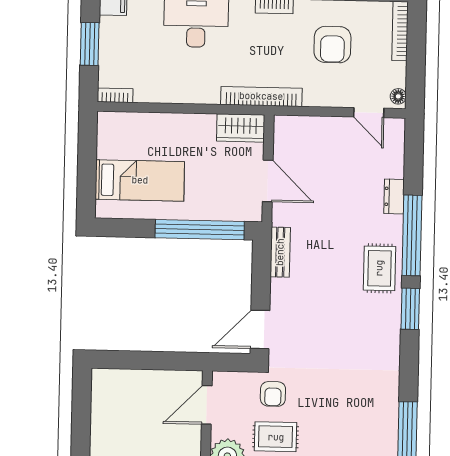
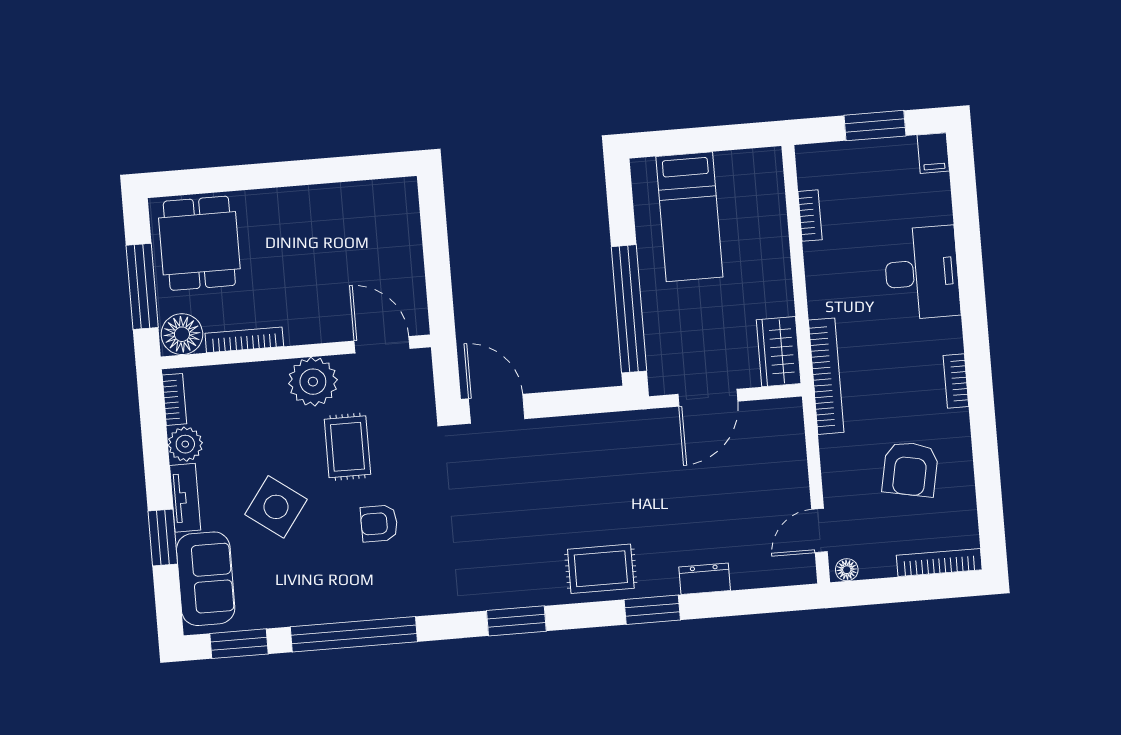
armchair: (332, 45) -> (910, 469), turned -79
bookcase: (115, 95) -> (810, 216), moved
window: (412, 235) -> (652, 610), width x0.47
bench: (280, 252) -> (609, 426), removed
window: (410, 309) -> (516, 621), moved
armchair: (273, 394) -> (379, 523), moved

